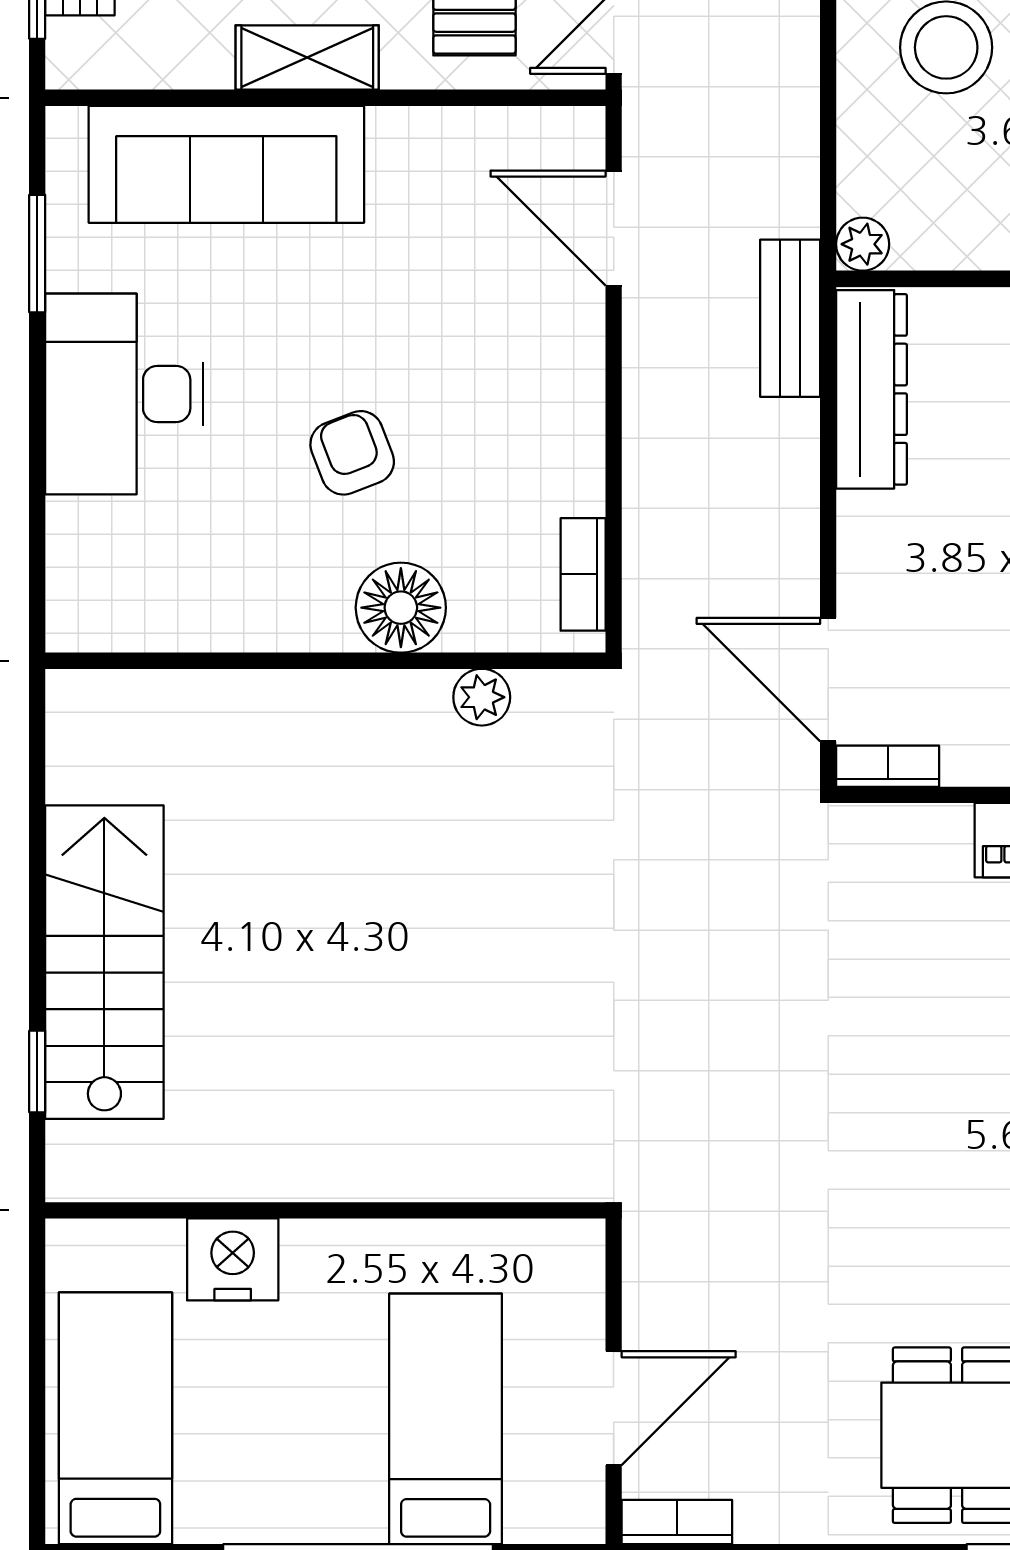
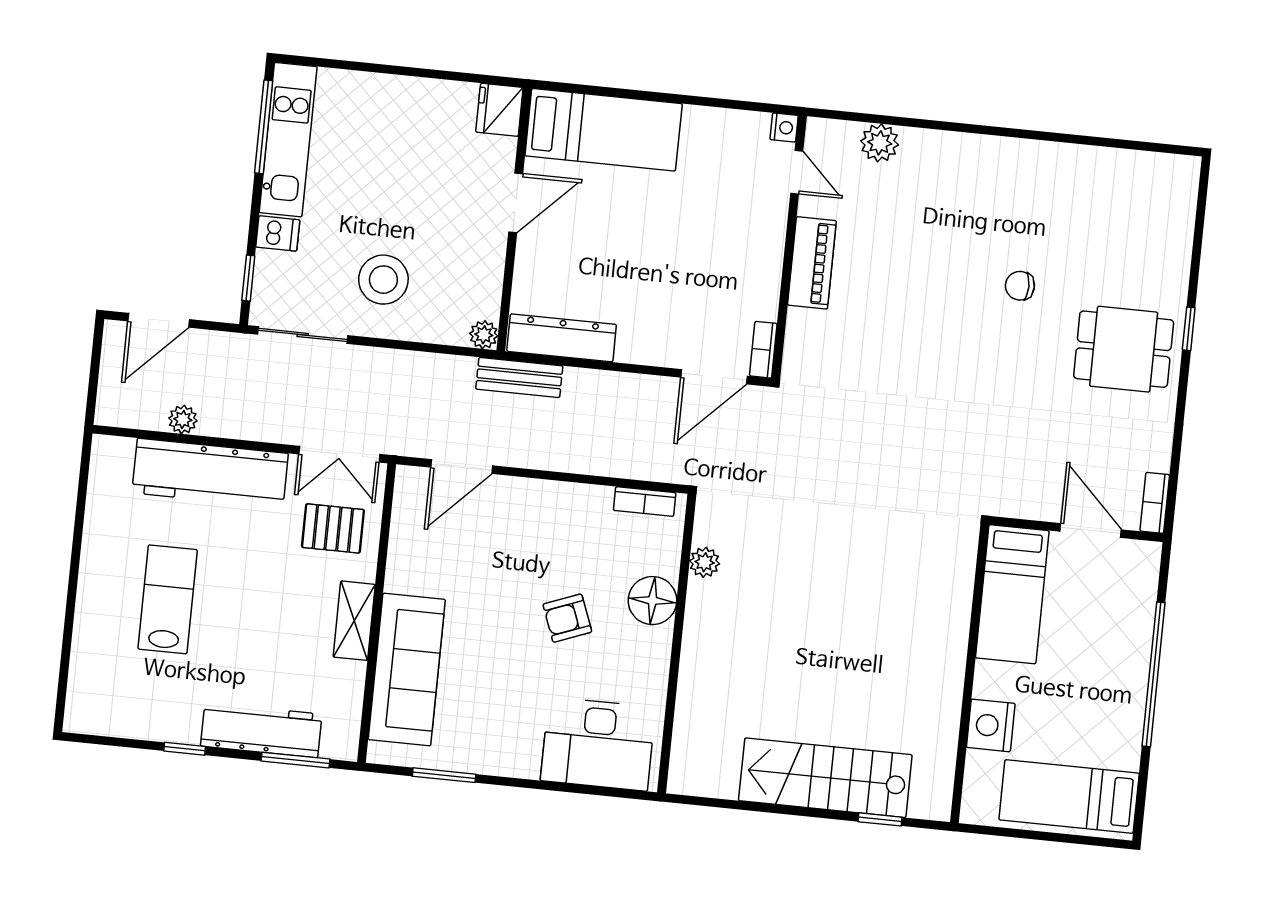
desk: (124, 394) -> (598, 744), moved
bed: (446, 1419) -> (1012, 594), moved, turned -90

